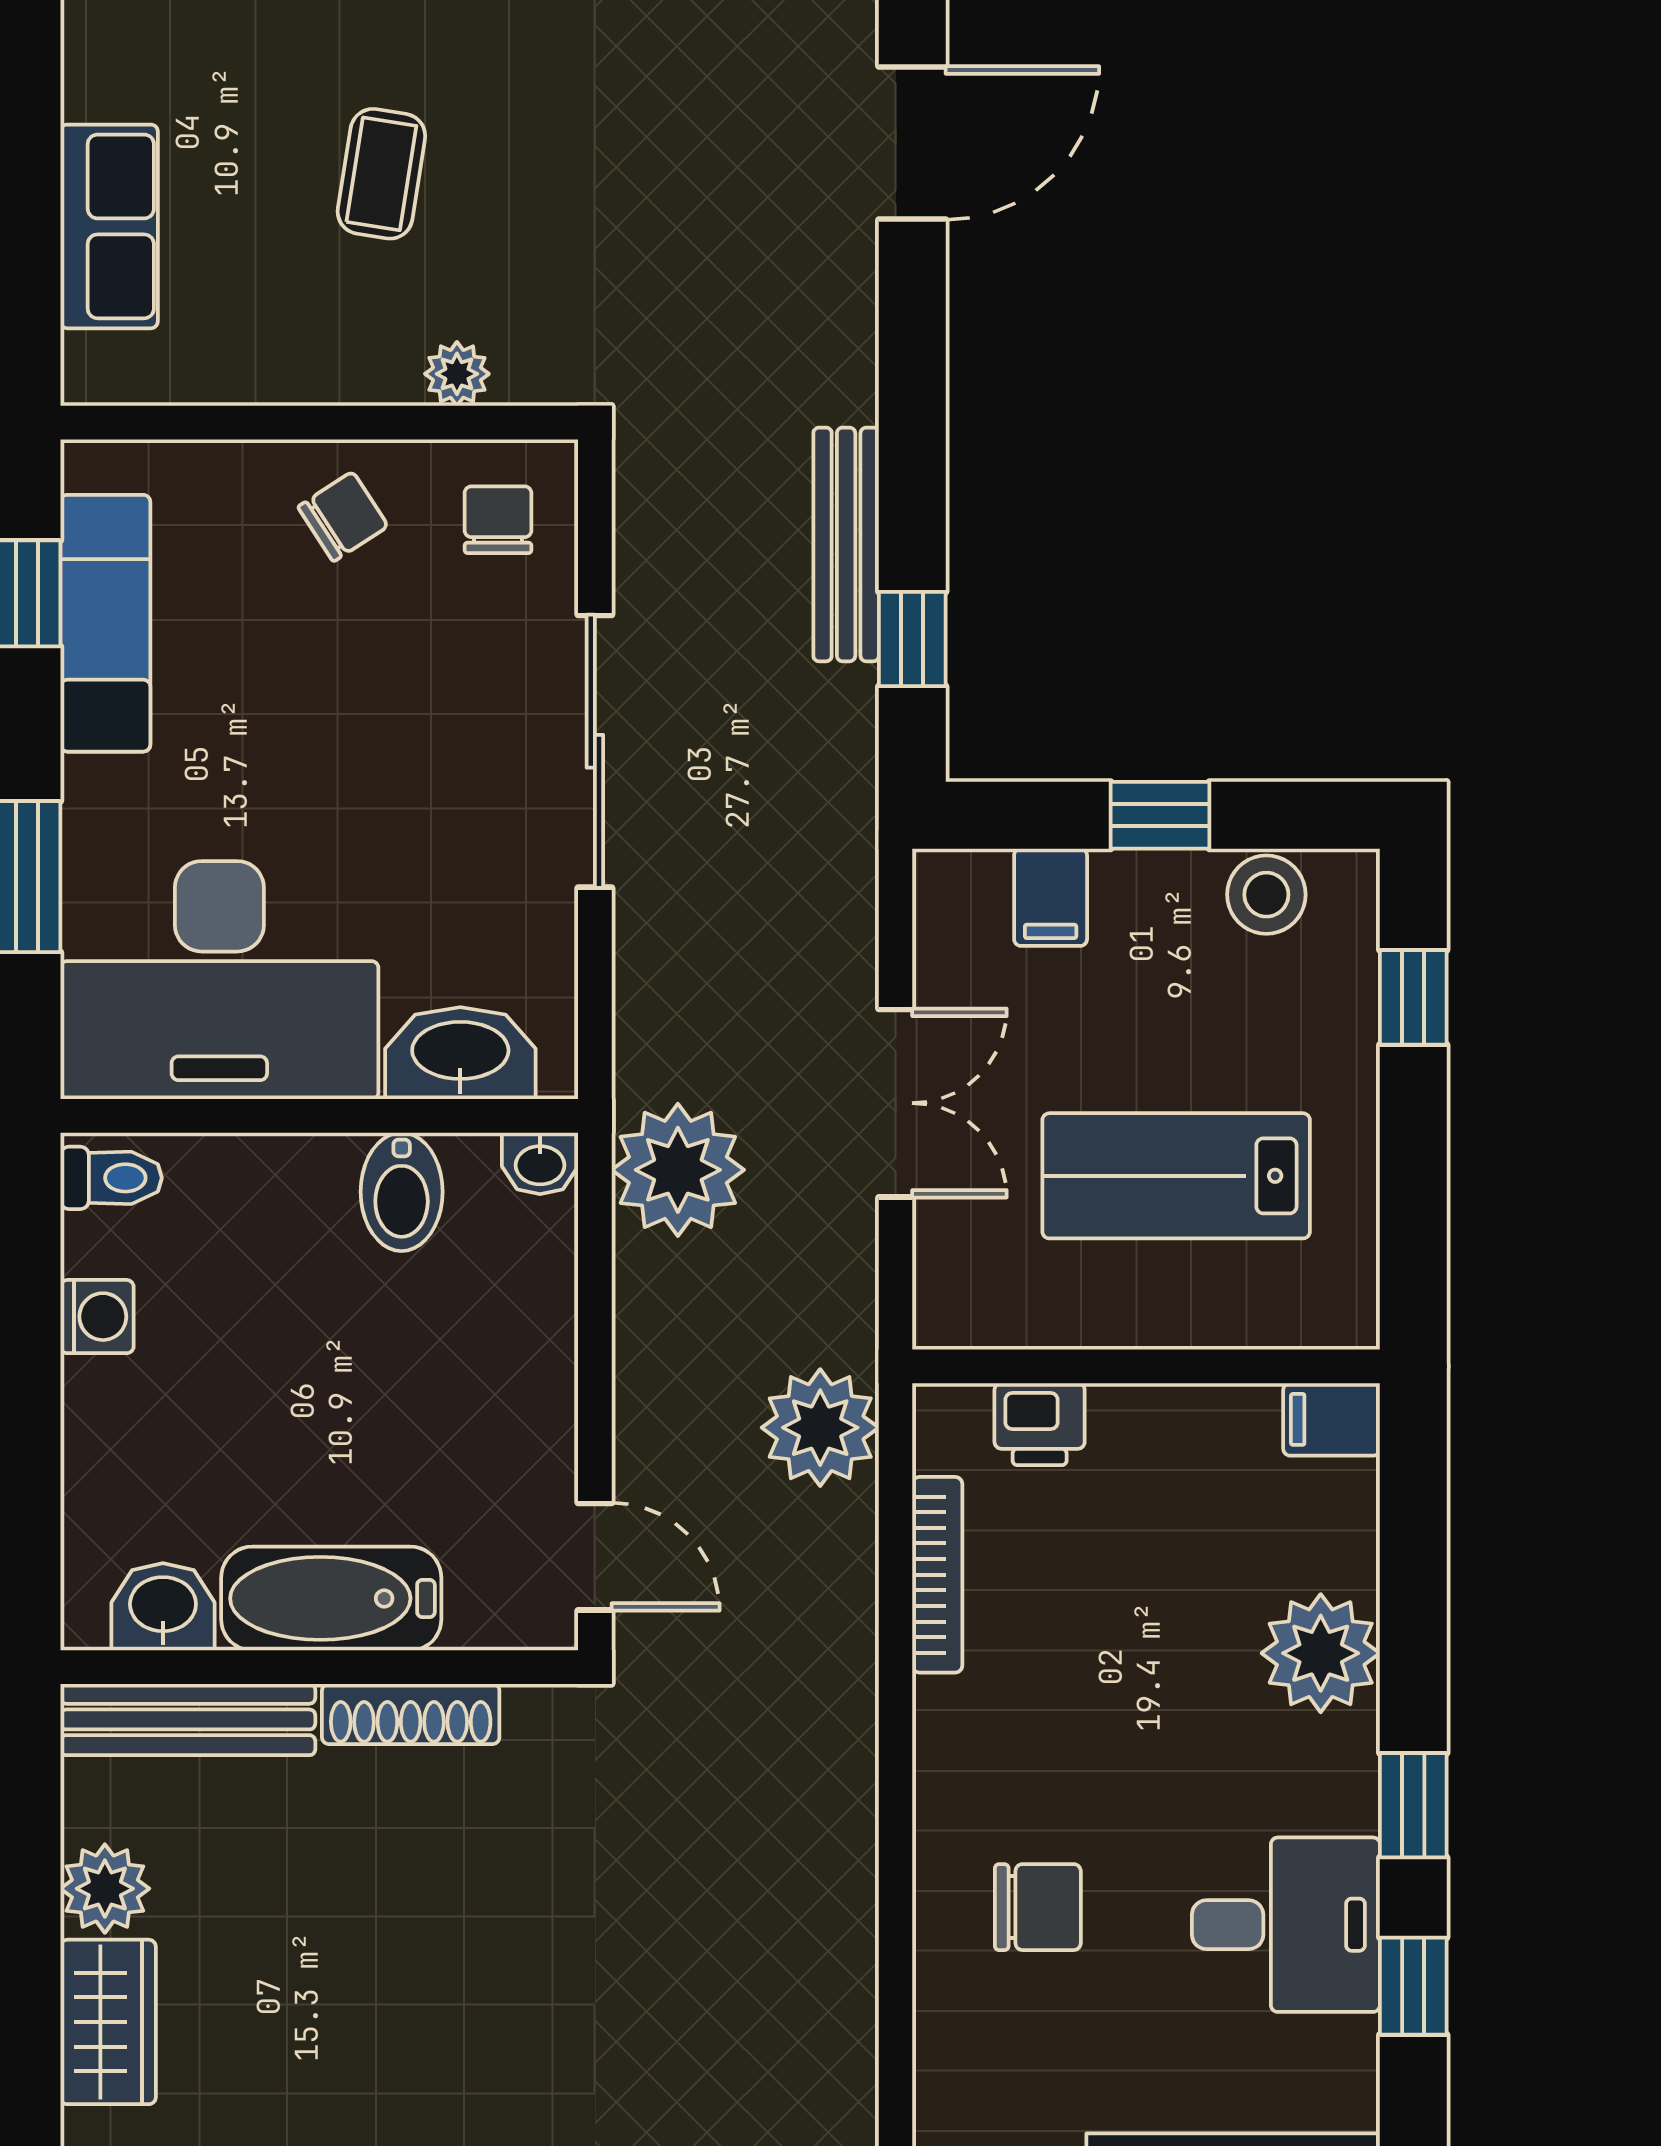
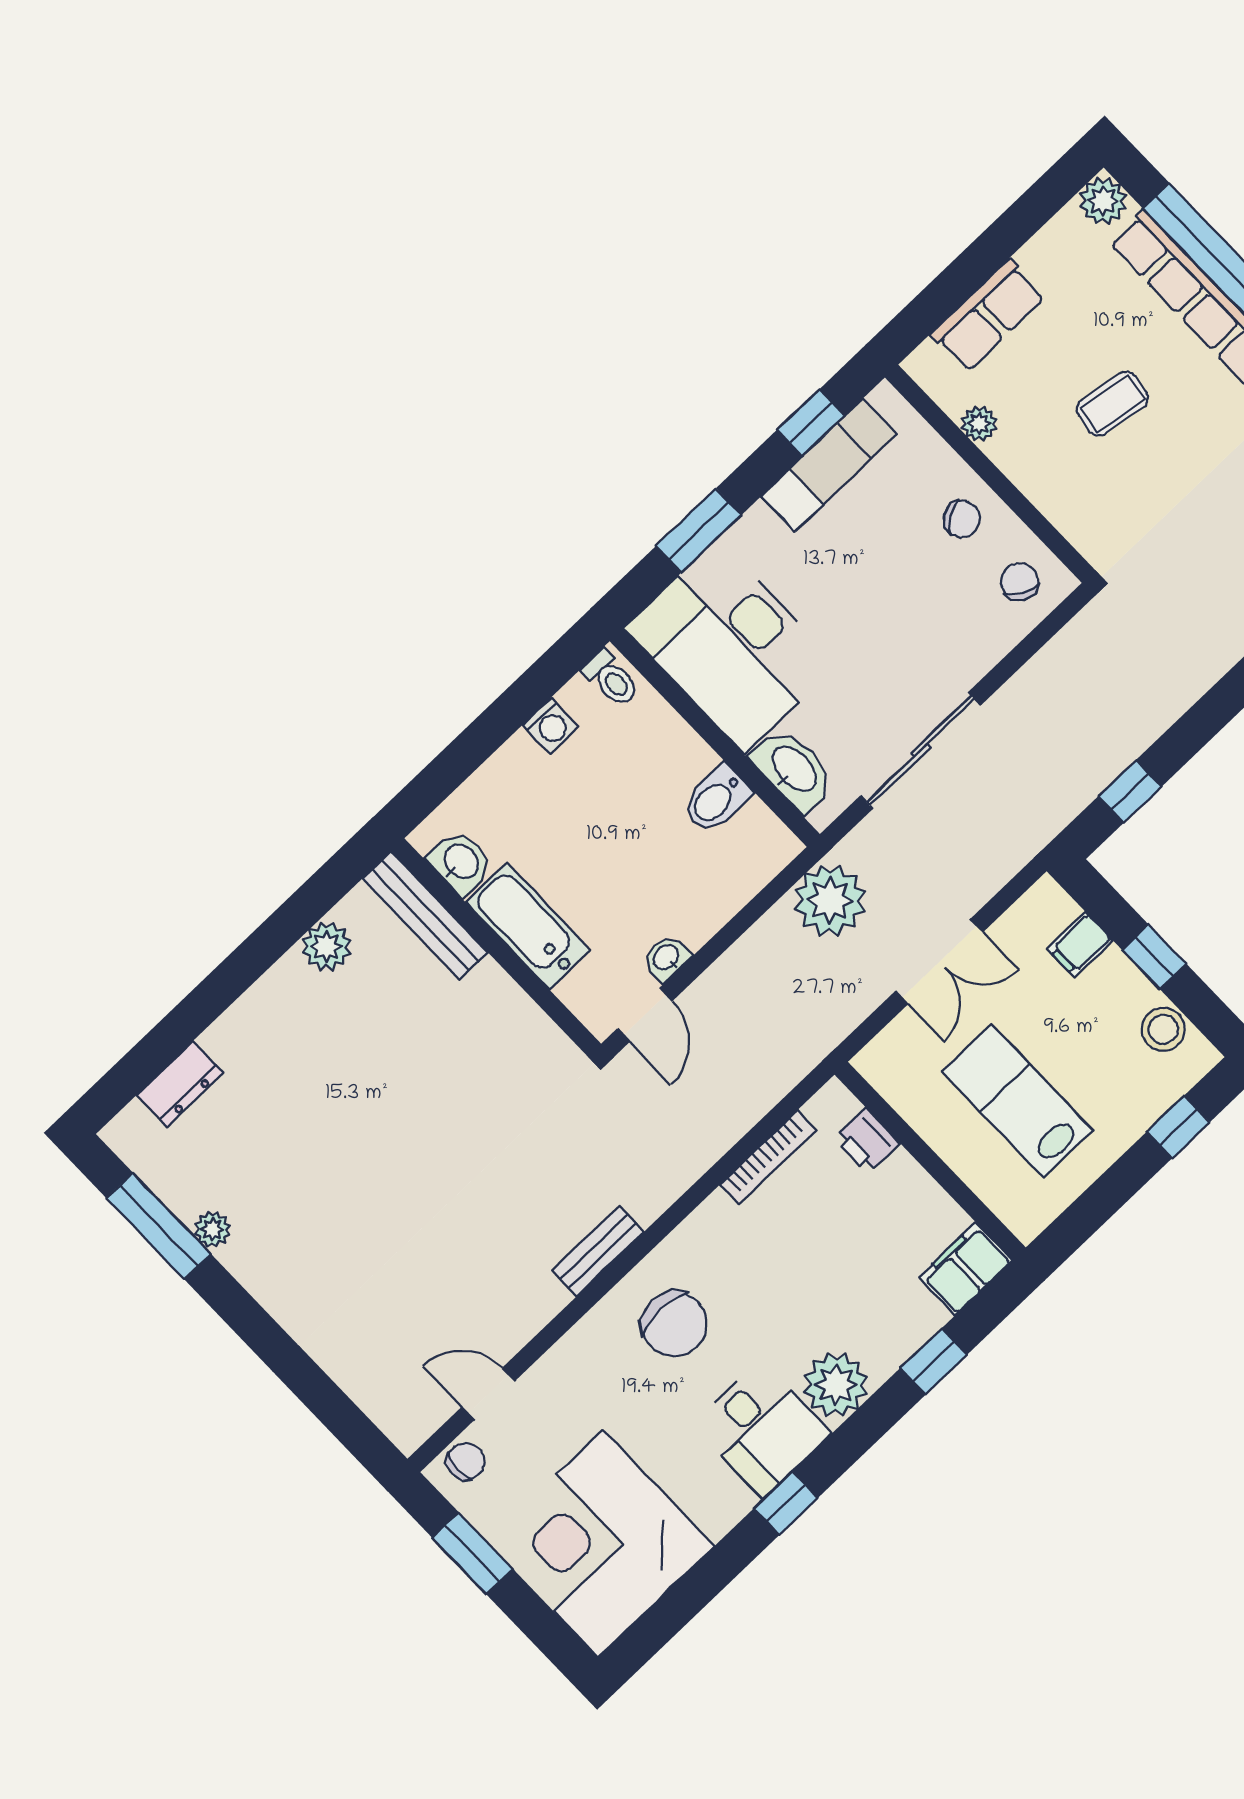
plant: (457, 374) -> (979, 424), moved
chair: (498, 520) -> (1020, 582), turned -61
bench: (846, 544) -> (598, 1251), moved, width x0.73
sliding door: (595, 751) -> (921, 750), moved
washbasin: (540, 1163) -> (666, 958), moved, turned 90
filing cabinet: (1332, 1419) -> (965, 1269), width x2.00
plant: (820, 1428) -> (782, 1055), removed
plant: (1321, 1653) -> (836, 1385), moved
shoe rack: (411, 1714) -> (512, 1002), removed
window: (1413, 1805) -> (934, 1362), moved
chair: (1038, 1907) -> (674, 1324), width x1.37, depth x1.37
wardrobe: (108, 2022) -> (275, 999), removed

